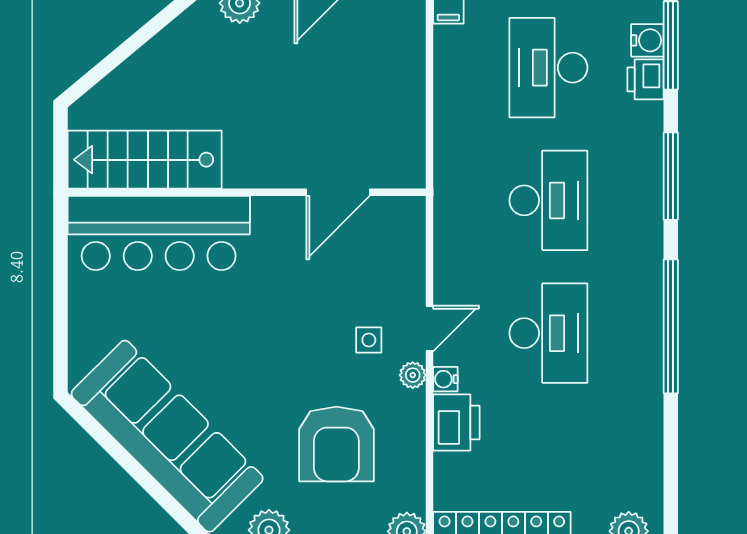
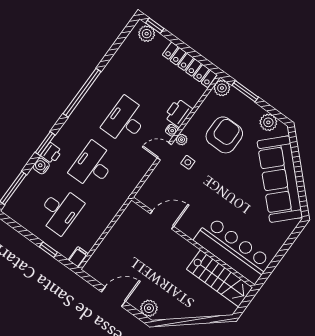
water cooler: (647, 40) -> (41, 166), moved
printer: (646, 79) -> (51, 153), moved
window: (671, 176) -> (45, 144), width x0.69

